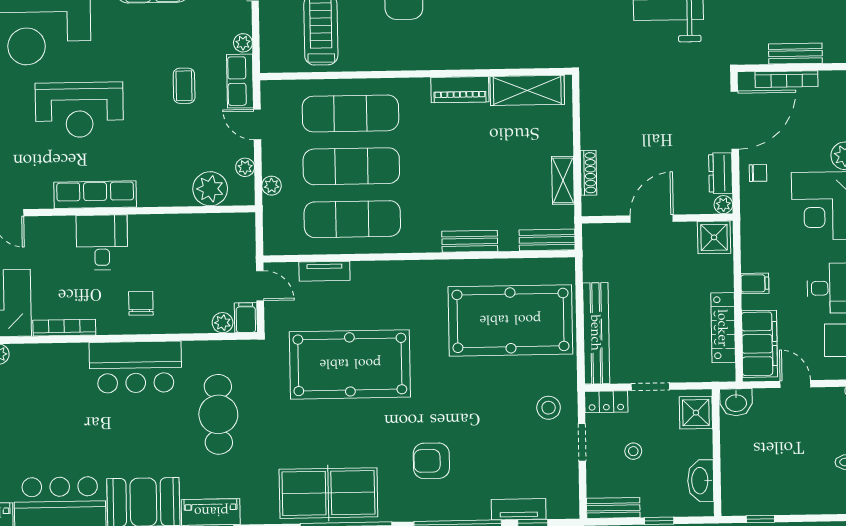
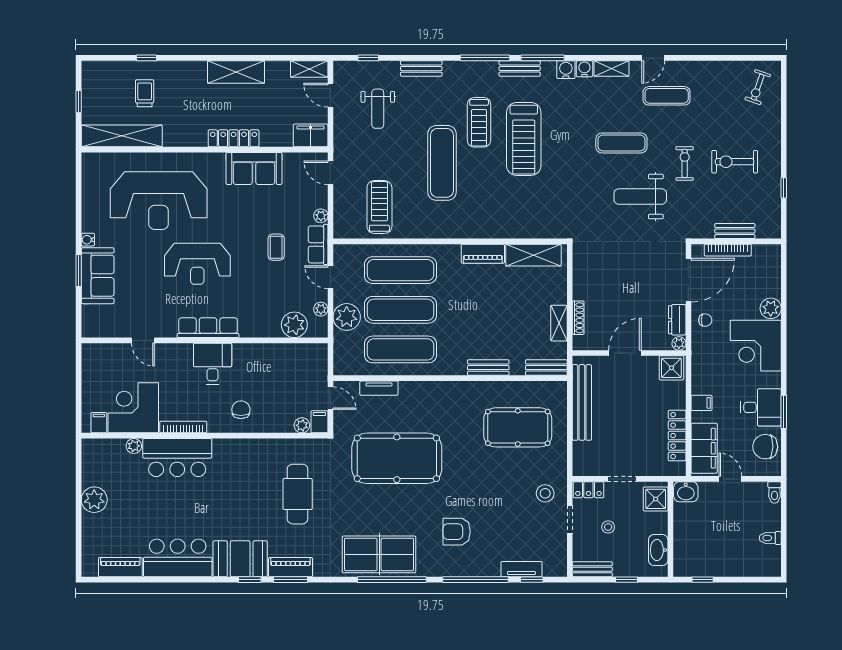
plant: (272, 186) -> (347, 317), width x1.87, depth x1.87
pool table: (510, 320) -> (518, 427), width x0.73, depth x0.76
bench: (596, 333) -> (582, 402), moved
bar counter: (135, 367) -> (177, 457), moved

